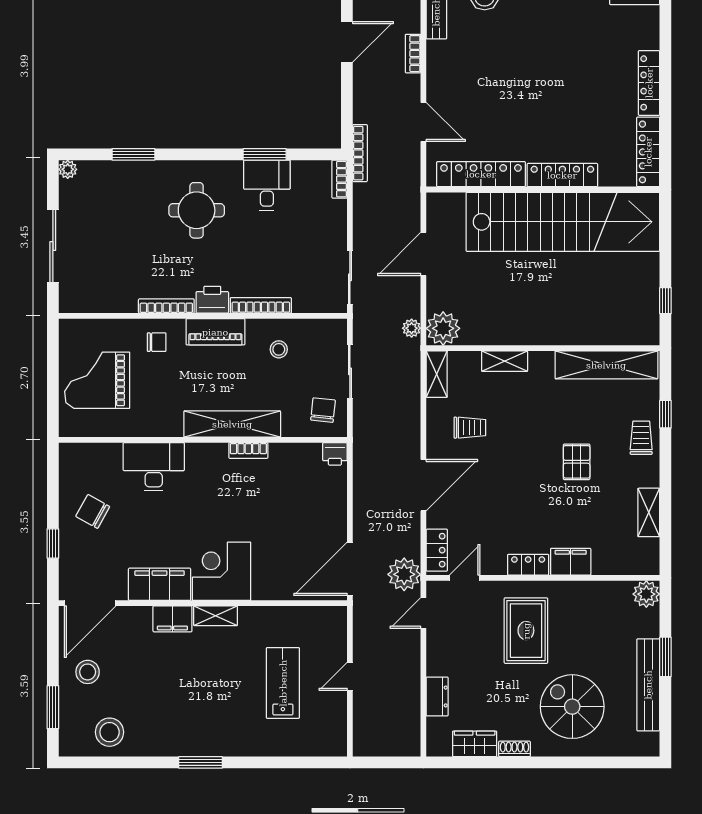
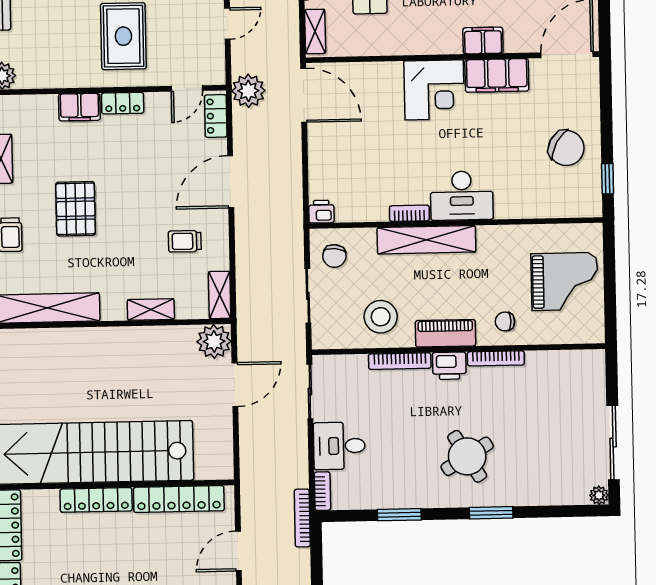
door: (423, 122) -> (238, 551), hinge flipped
window: (133, 154) -> (491, 513), moved
desk: (267, 185) -> (339, 446), moved, turned 90
round table: (197, 210) -> (467, 456), turned -31
sliding door: (53, 246) -> (613, 443), moved
door: (423, 254) -> (235, 385), moved
plant: (412, 328) -> (246, 341), removed
stool: (279, 349) -> (381, 317), width x1.89, depth x1.89
pallet: (577, 462) -> (76, 209), width x1.50, depth x1.42
desk: (154, 467) -> (462, 196), moved
chair: (93, 511) -> (566, 148), width x1.37, depth x1.37
window: (53, 543) -> (608, 179), moved
door: (350, 569) -> (304, 95), hinge flipped
door: (423, 613) -> (227, 24), moved
shelving: (216, 616) -> (315, 31), moved, turned 90

